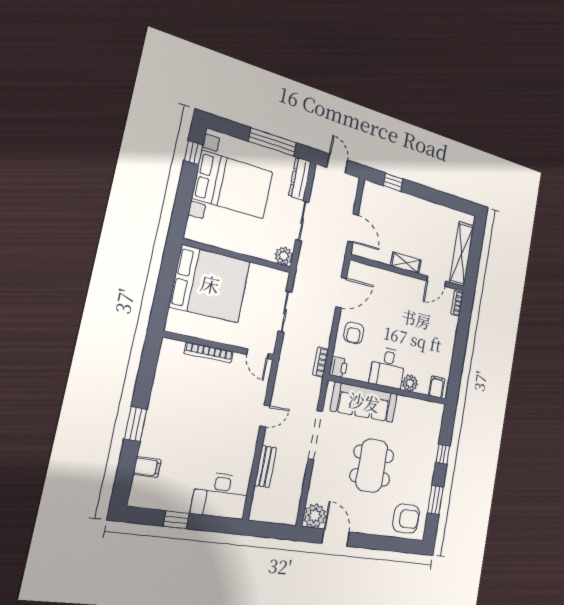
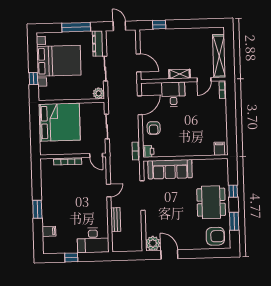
window: (193, 153) -> (33, 78), moved
desk: (388, 368) -> (173, 94), moved, turned 180
plant: (410, 383) -> (199, 150), removed
dining table: (372, 466) -> (211, 202), moved

